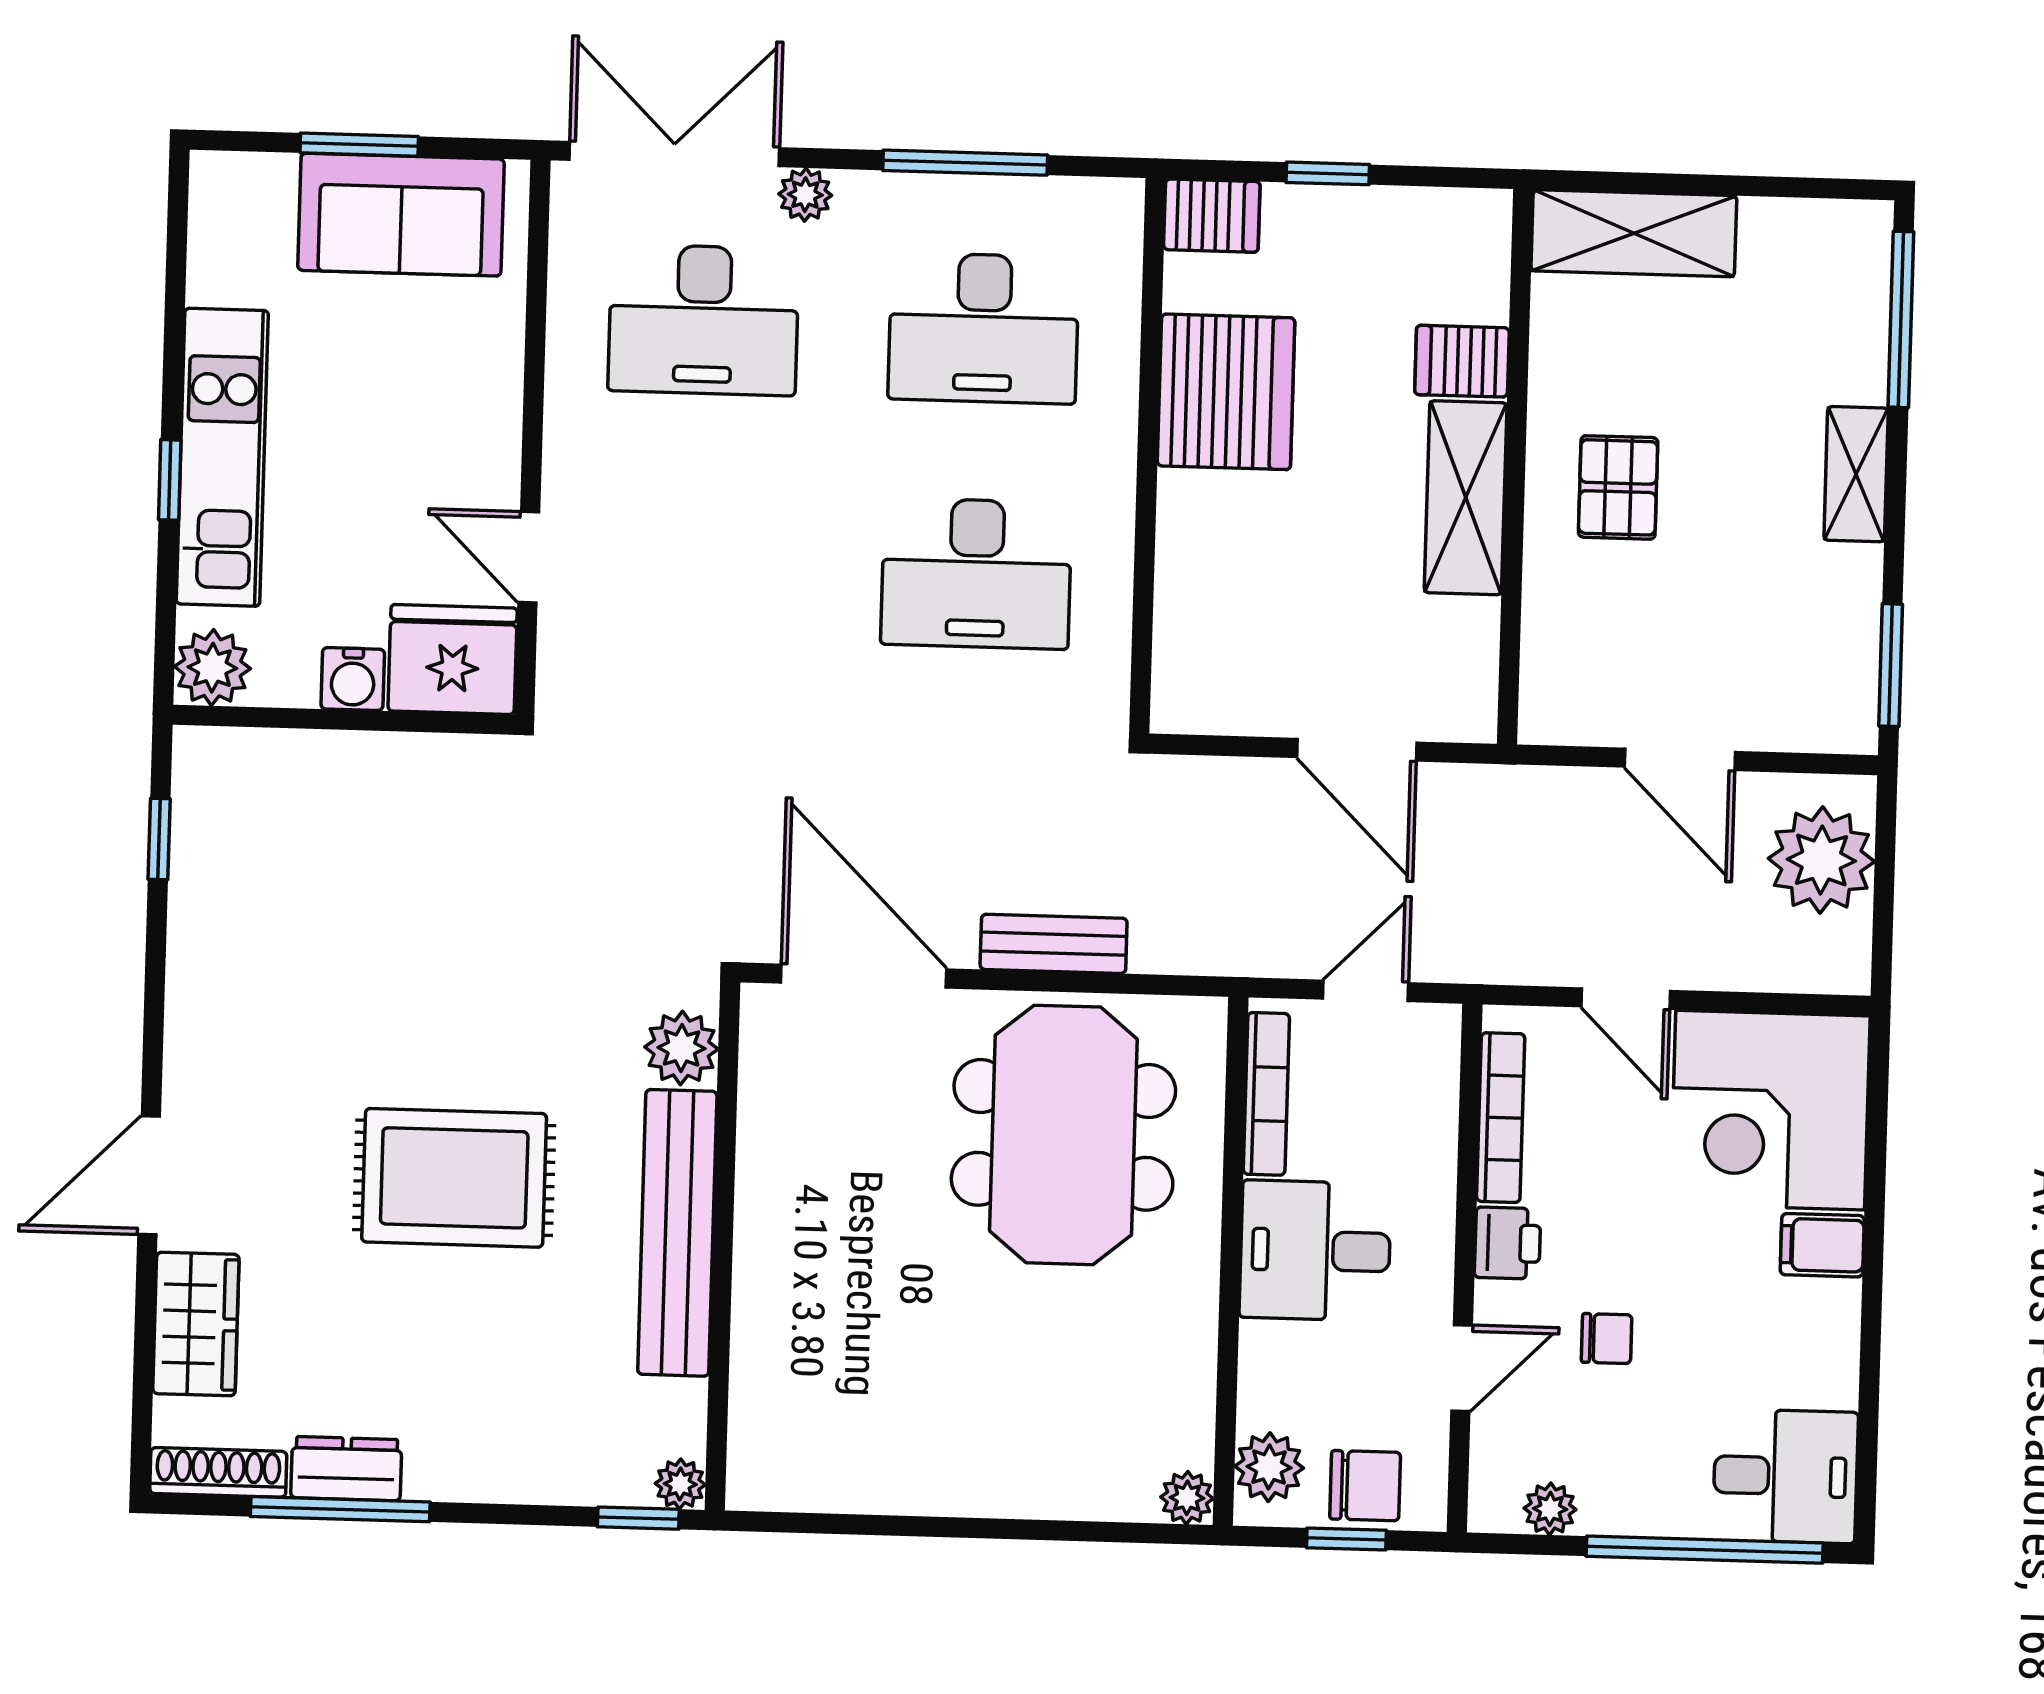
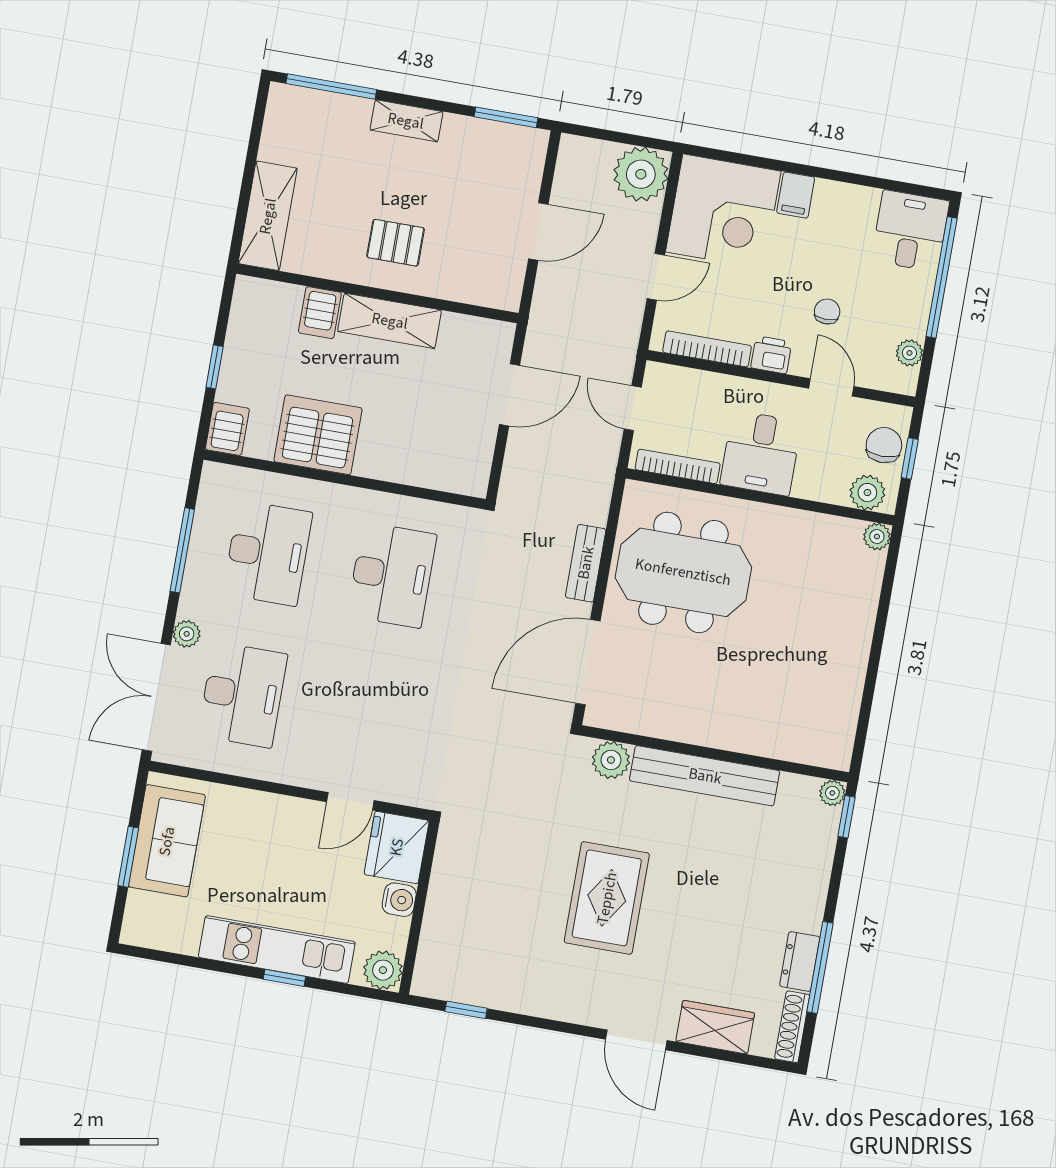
plant: (1821, 860) -> (641, 174), moved
rug: (454, 1178) -> (607, 898), moved

